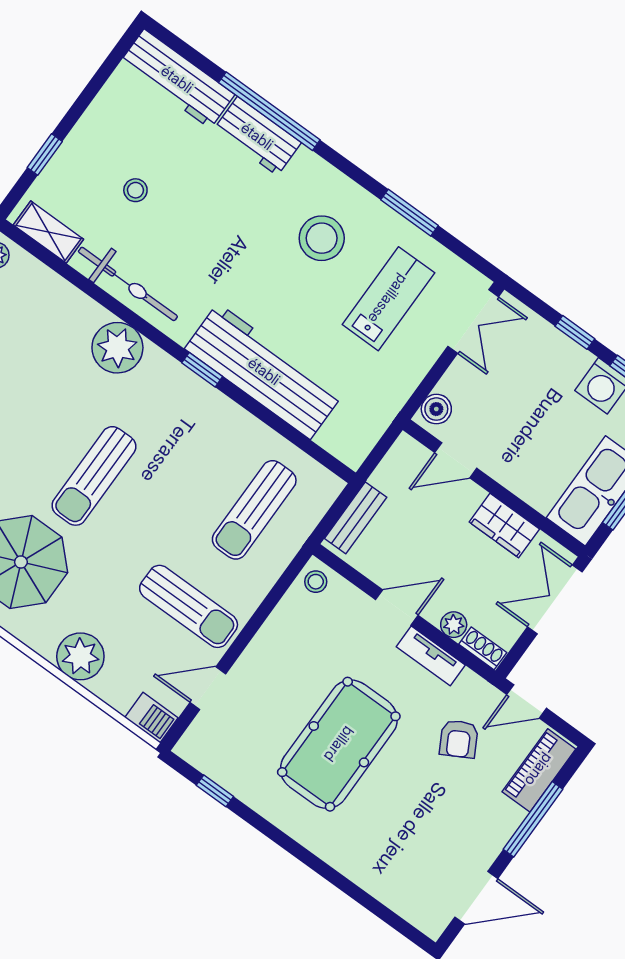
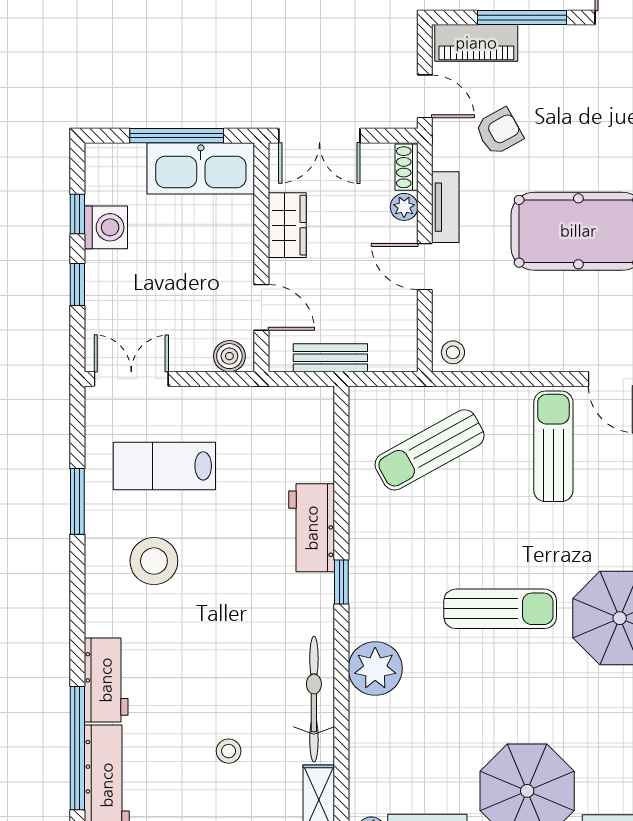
window: (269, 111) -> (77, 748), moved
workbench: (264, 371) -> (312, 528), width x0.53, depth x0.76
sun lounger: (254, 510) -> (430, 450), turned 151
bench: (356, 518) -> (330, 358), moved

